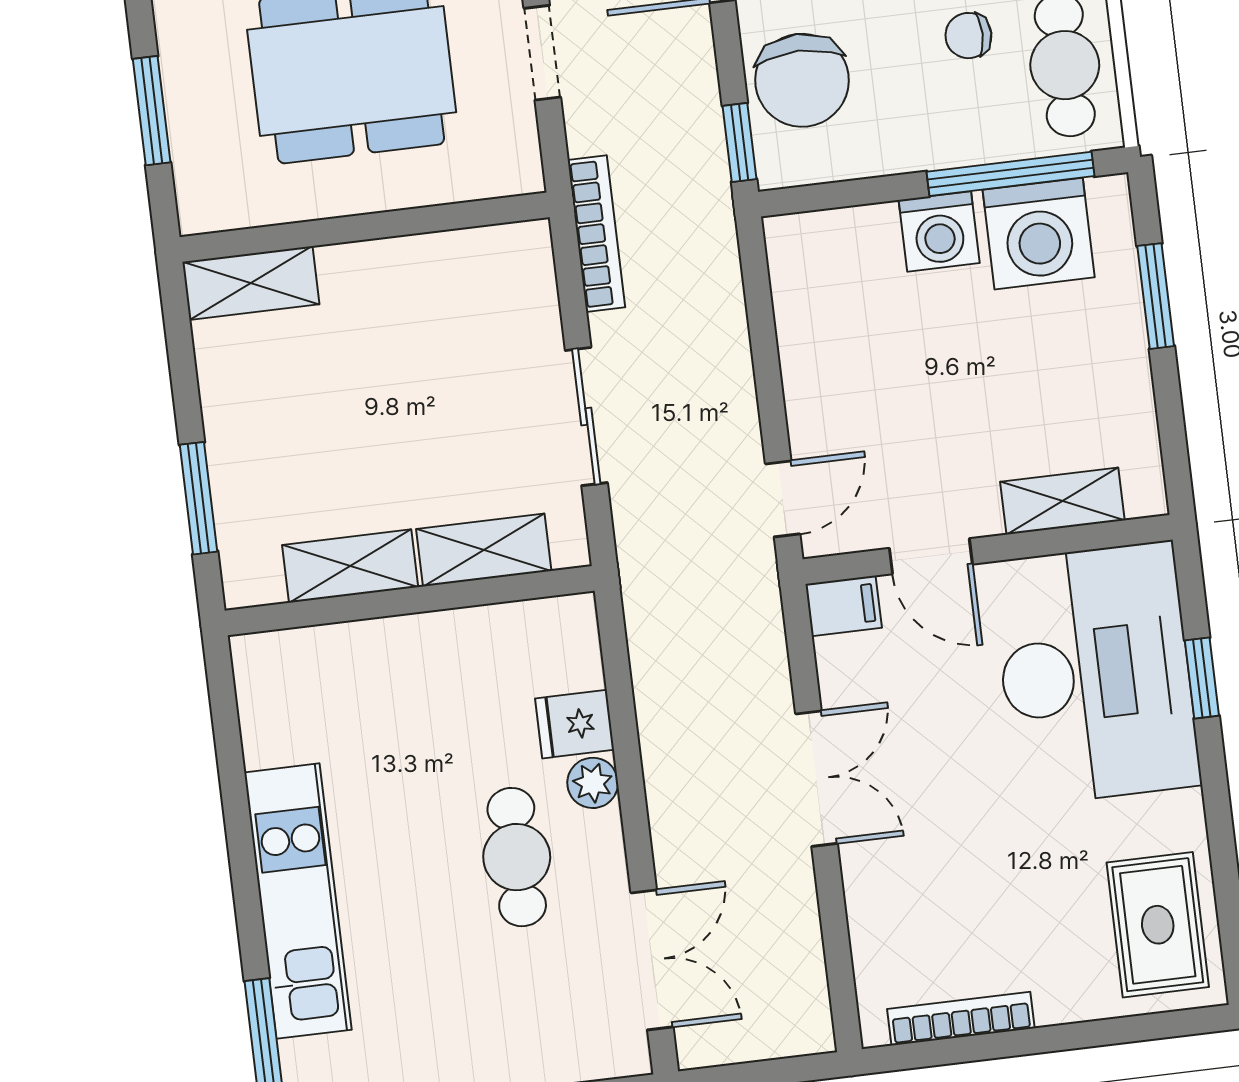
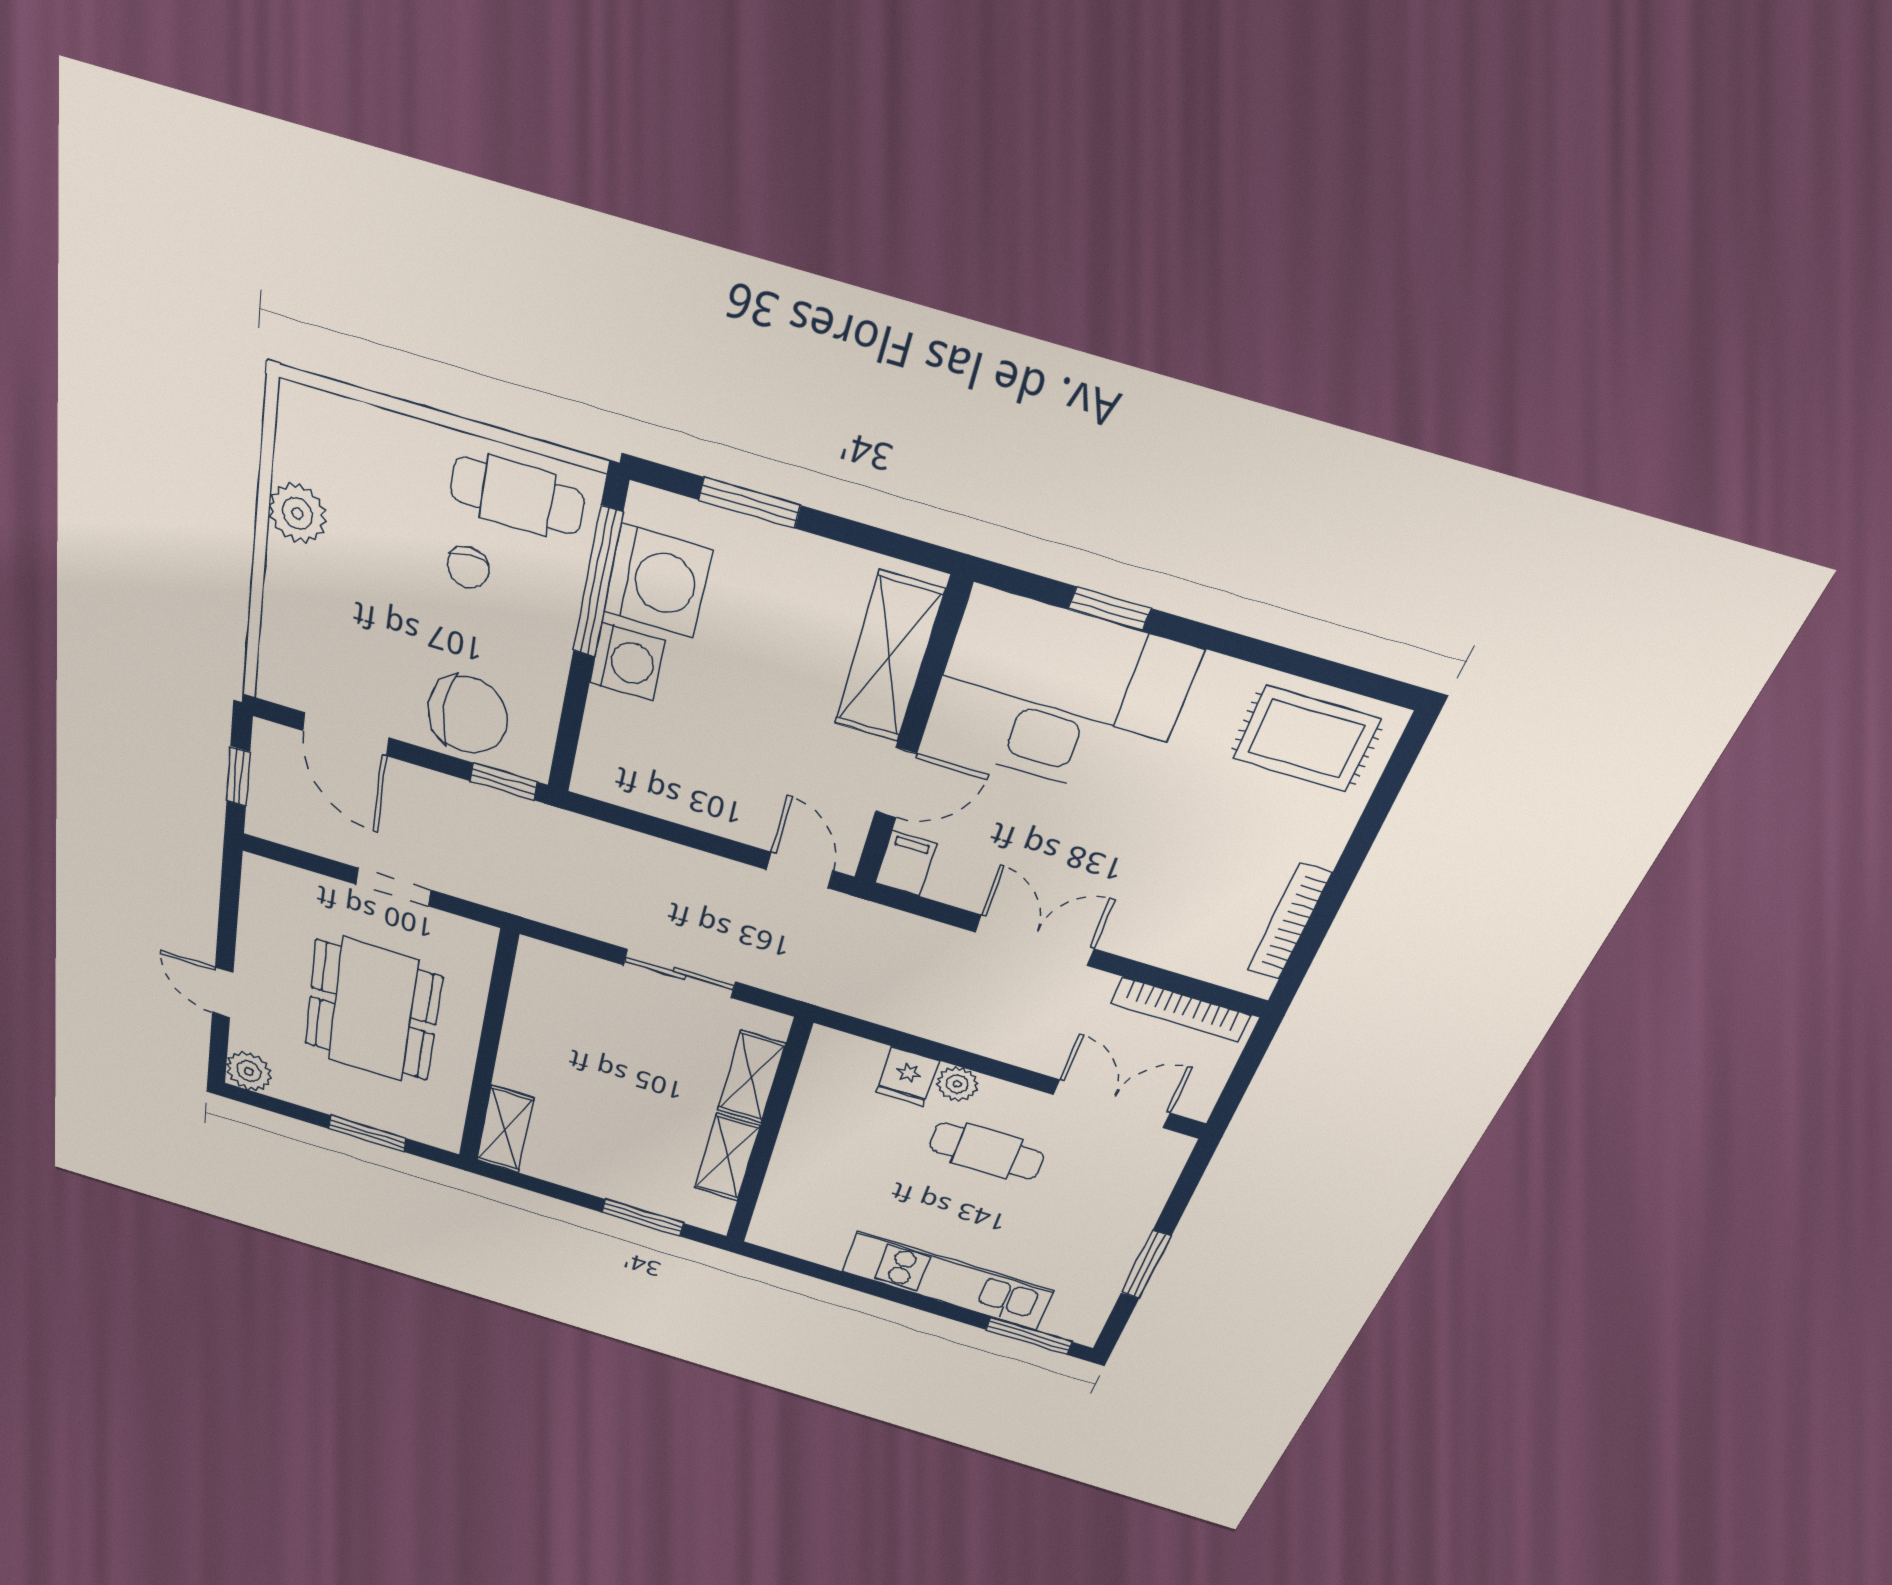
bookcase: (596, 234) -> (1181, 1009), moved, turned 180
shelving: (1062, 501) -> (889, 657), width x1.50, depth x1.33

